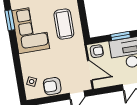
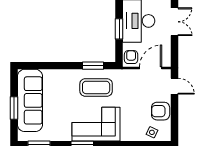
window: (83, 18) -> (93, 66), added
armchair: (52, 86) -> (161, 111), turned 90

